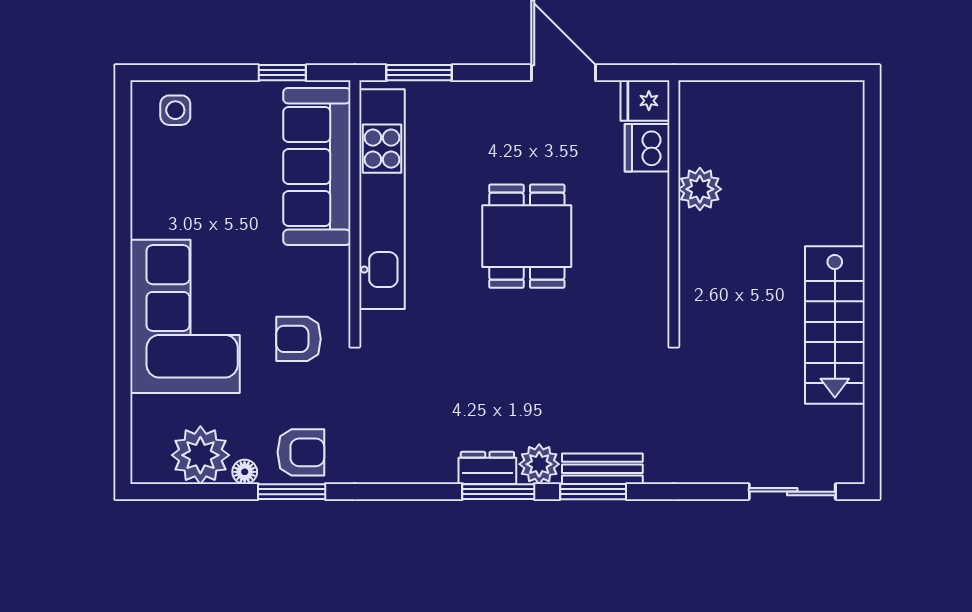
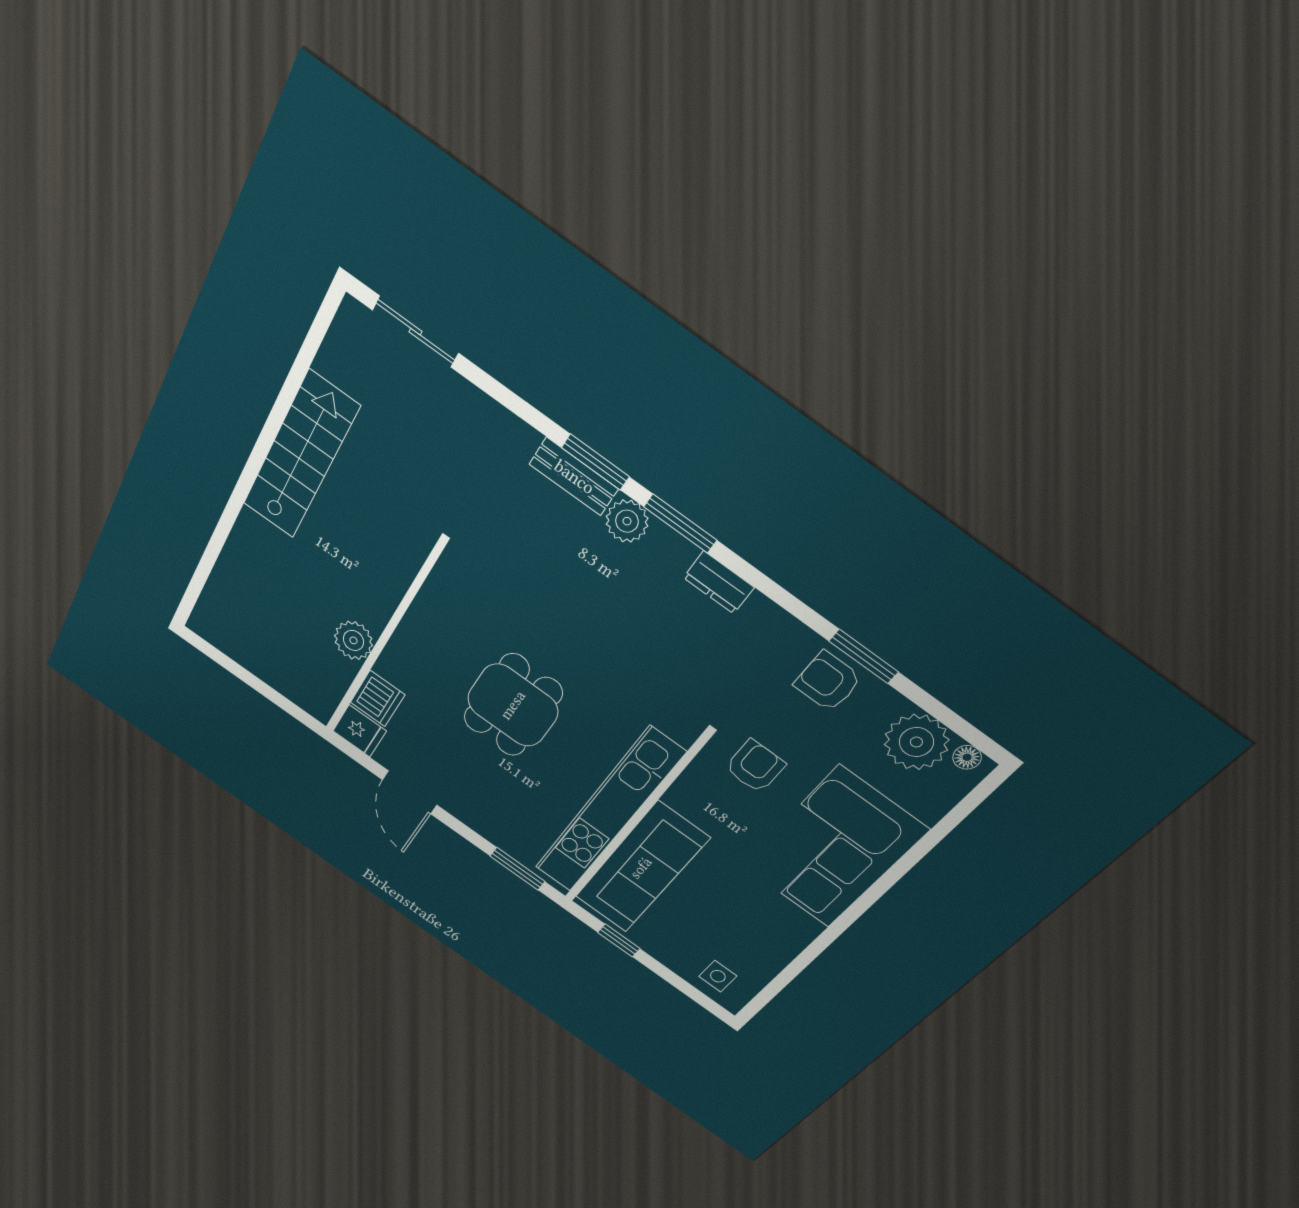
armchair: (299, 339) -> (755, 766), turned -90
dresser: (487, 468) -> (719, 583), moved
floor lamp: (245, 472) -> (967, 757), moved

